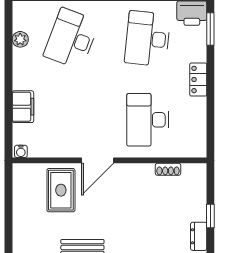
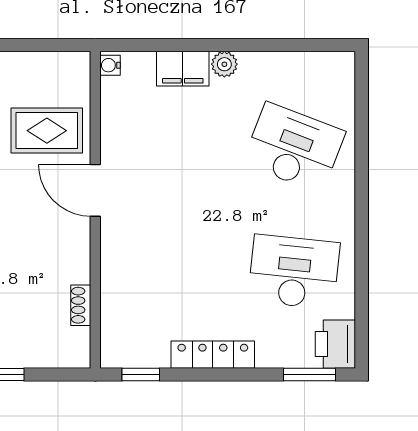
plant: (20, 39) -> (224, 64), moved
locker: (198, 80) -> (213, 355), width x1.53
desk: (148, 120) -> (162, 272), removed
window: (210, 133) -> (141, 374), added

